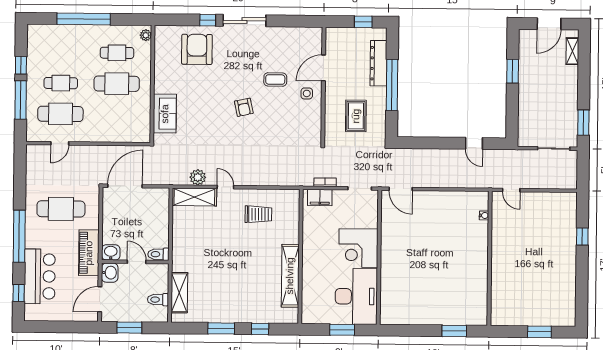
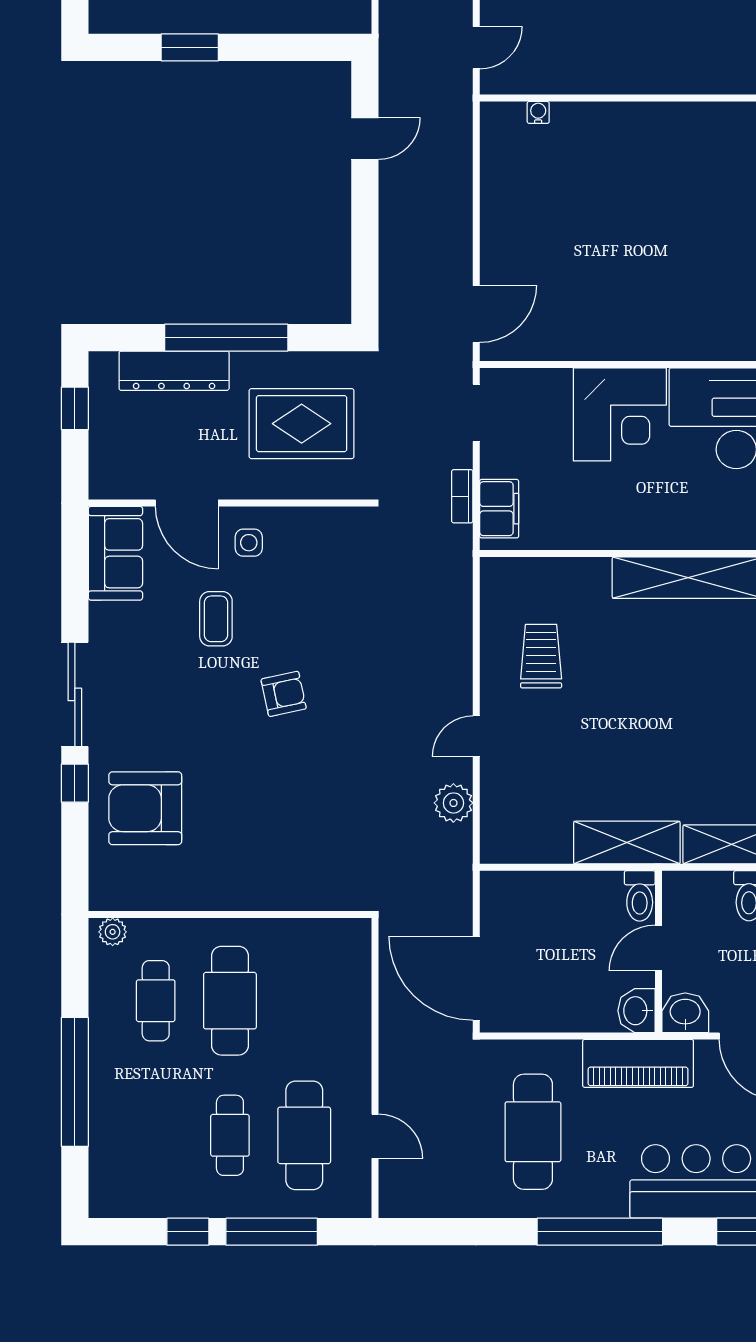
sofa: (165, 114) -> (115, 553), moved, turned 90
rug: (356, 116) -> (302, 424), width x1.36, depth x1.43
shelving: (194, 197) -> (627, 843), moved, turned 90

